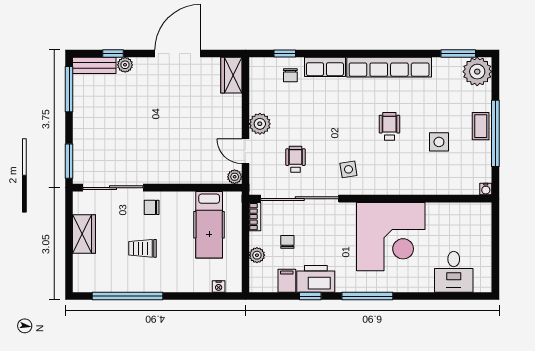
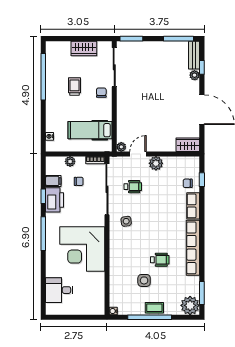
wheelchair: (389, 126) -> (160, 260), moved

